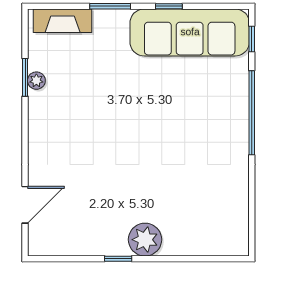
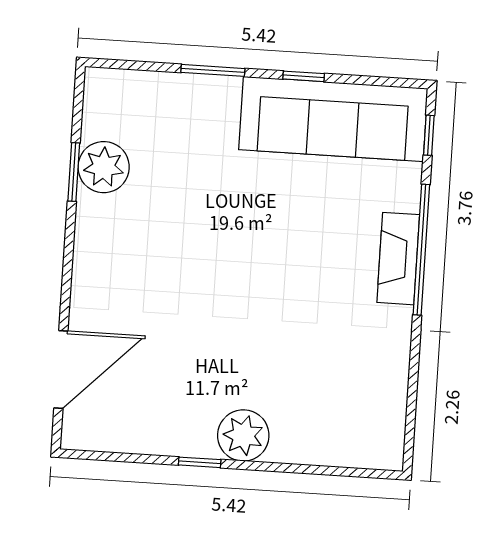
fireplace: (63, 21) -> (398, 259), moved, turned 90
plant: (36, 81) -> (104, 167), width x1.88, depth x1.88
door: (25, 205) -> (61, 369), width x1.36

